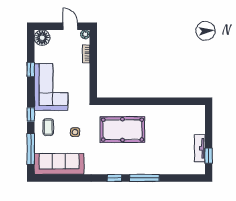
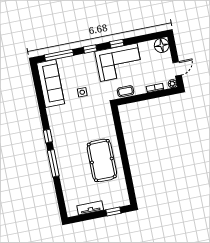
window: (31, 70) -> (117, 44), moved
coffee table: (48, 127) -> (125, 91), moved
pool table: (122, 130) -> (102, 160), moved
window: (209, 156) -> (113, 211), moved

